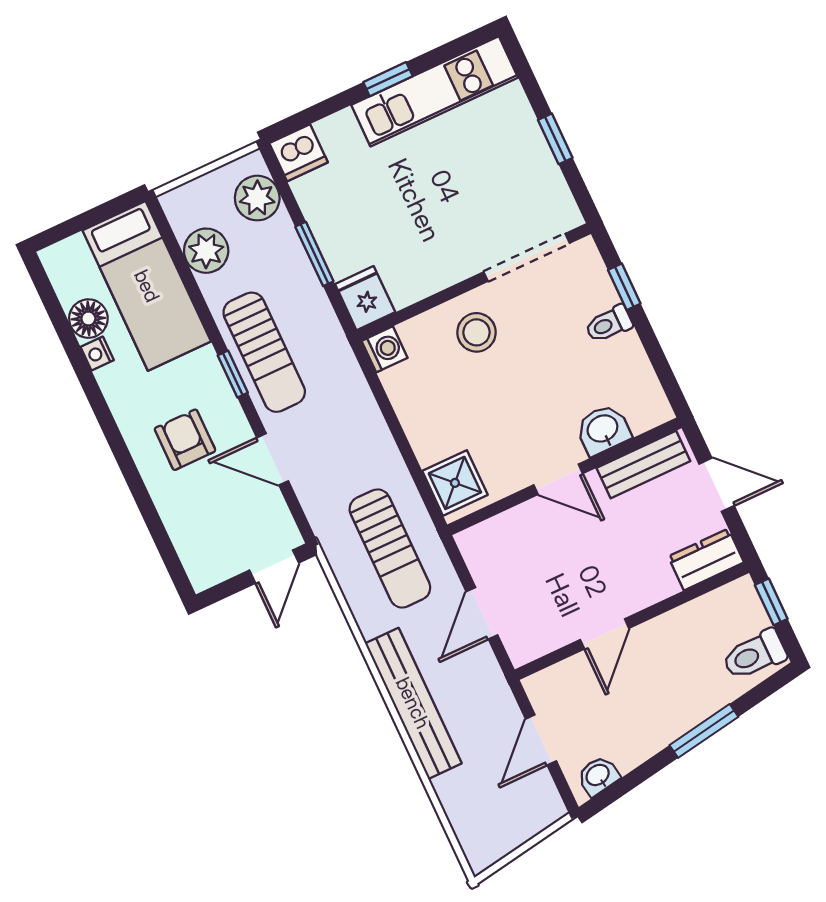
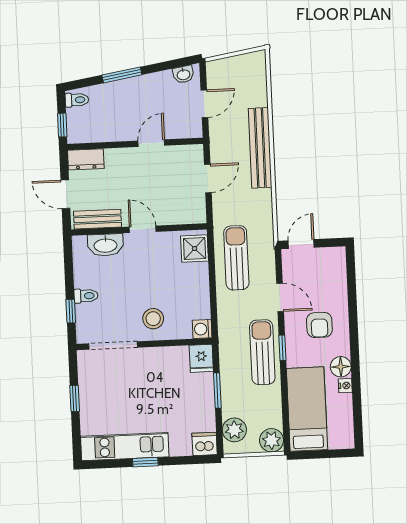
plant: (206, 251) -> (272, 440), moved
floor lamp: (88, 319) -> (341, 367), moved
washbasin: (603, 430) -> (105, 245), width x1.38
sun lounger: (390, 548) -> (236, 258), moved
toilet: (754, 655) -> (77, 100), width x0.73, depth x0.72

